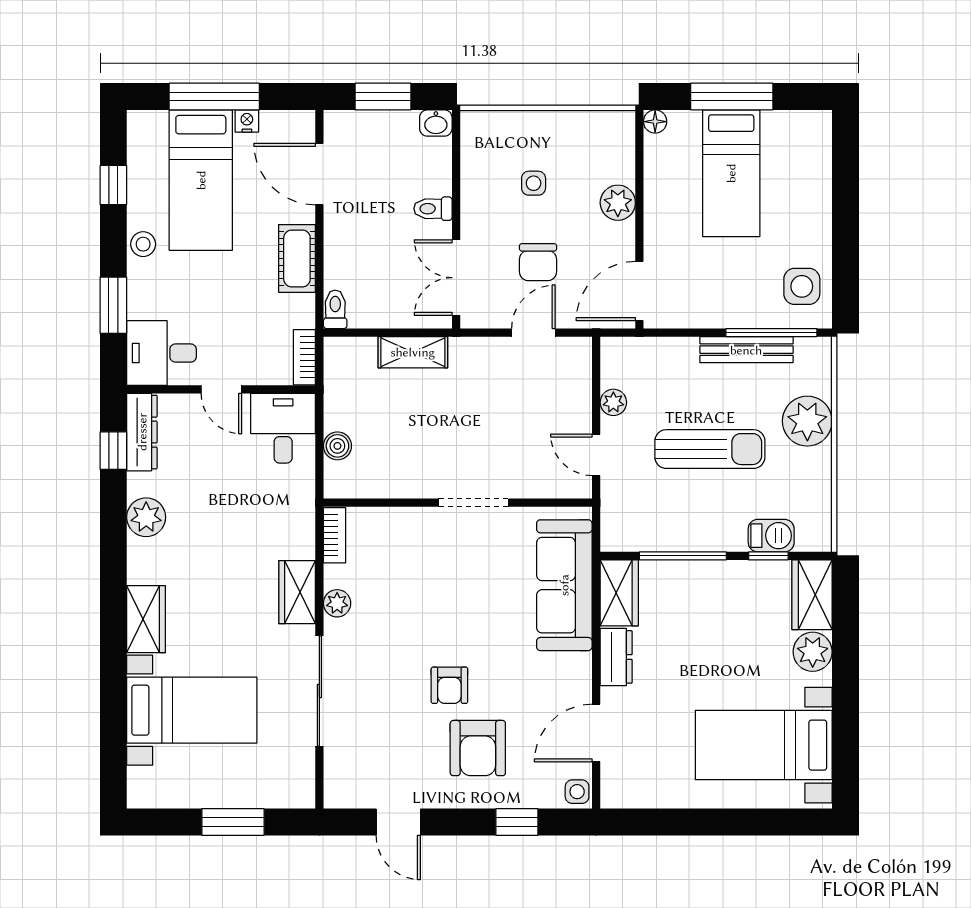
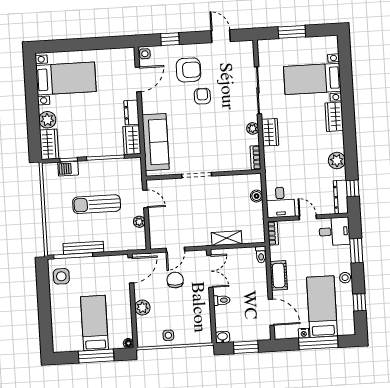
side table: (534, 183) -> (168, 335), moved
plant: (807, 421) -> (56, 219), removed
armchair: (478, 748) -> (189, 70), turned 90

